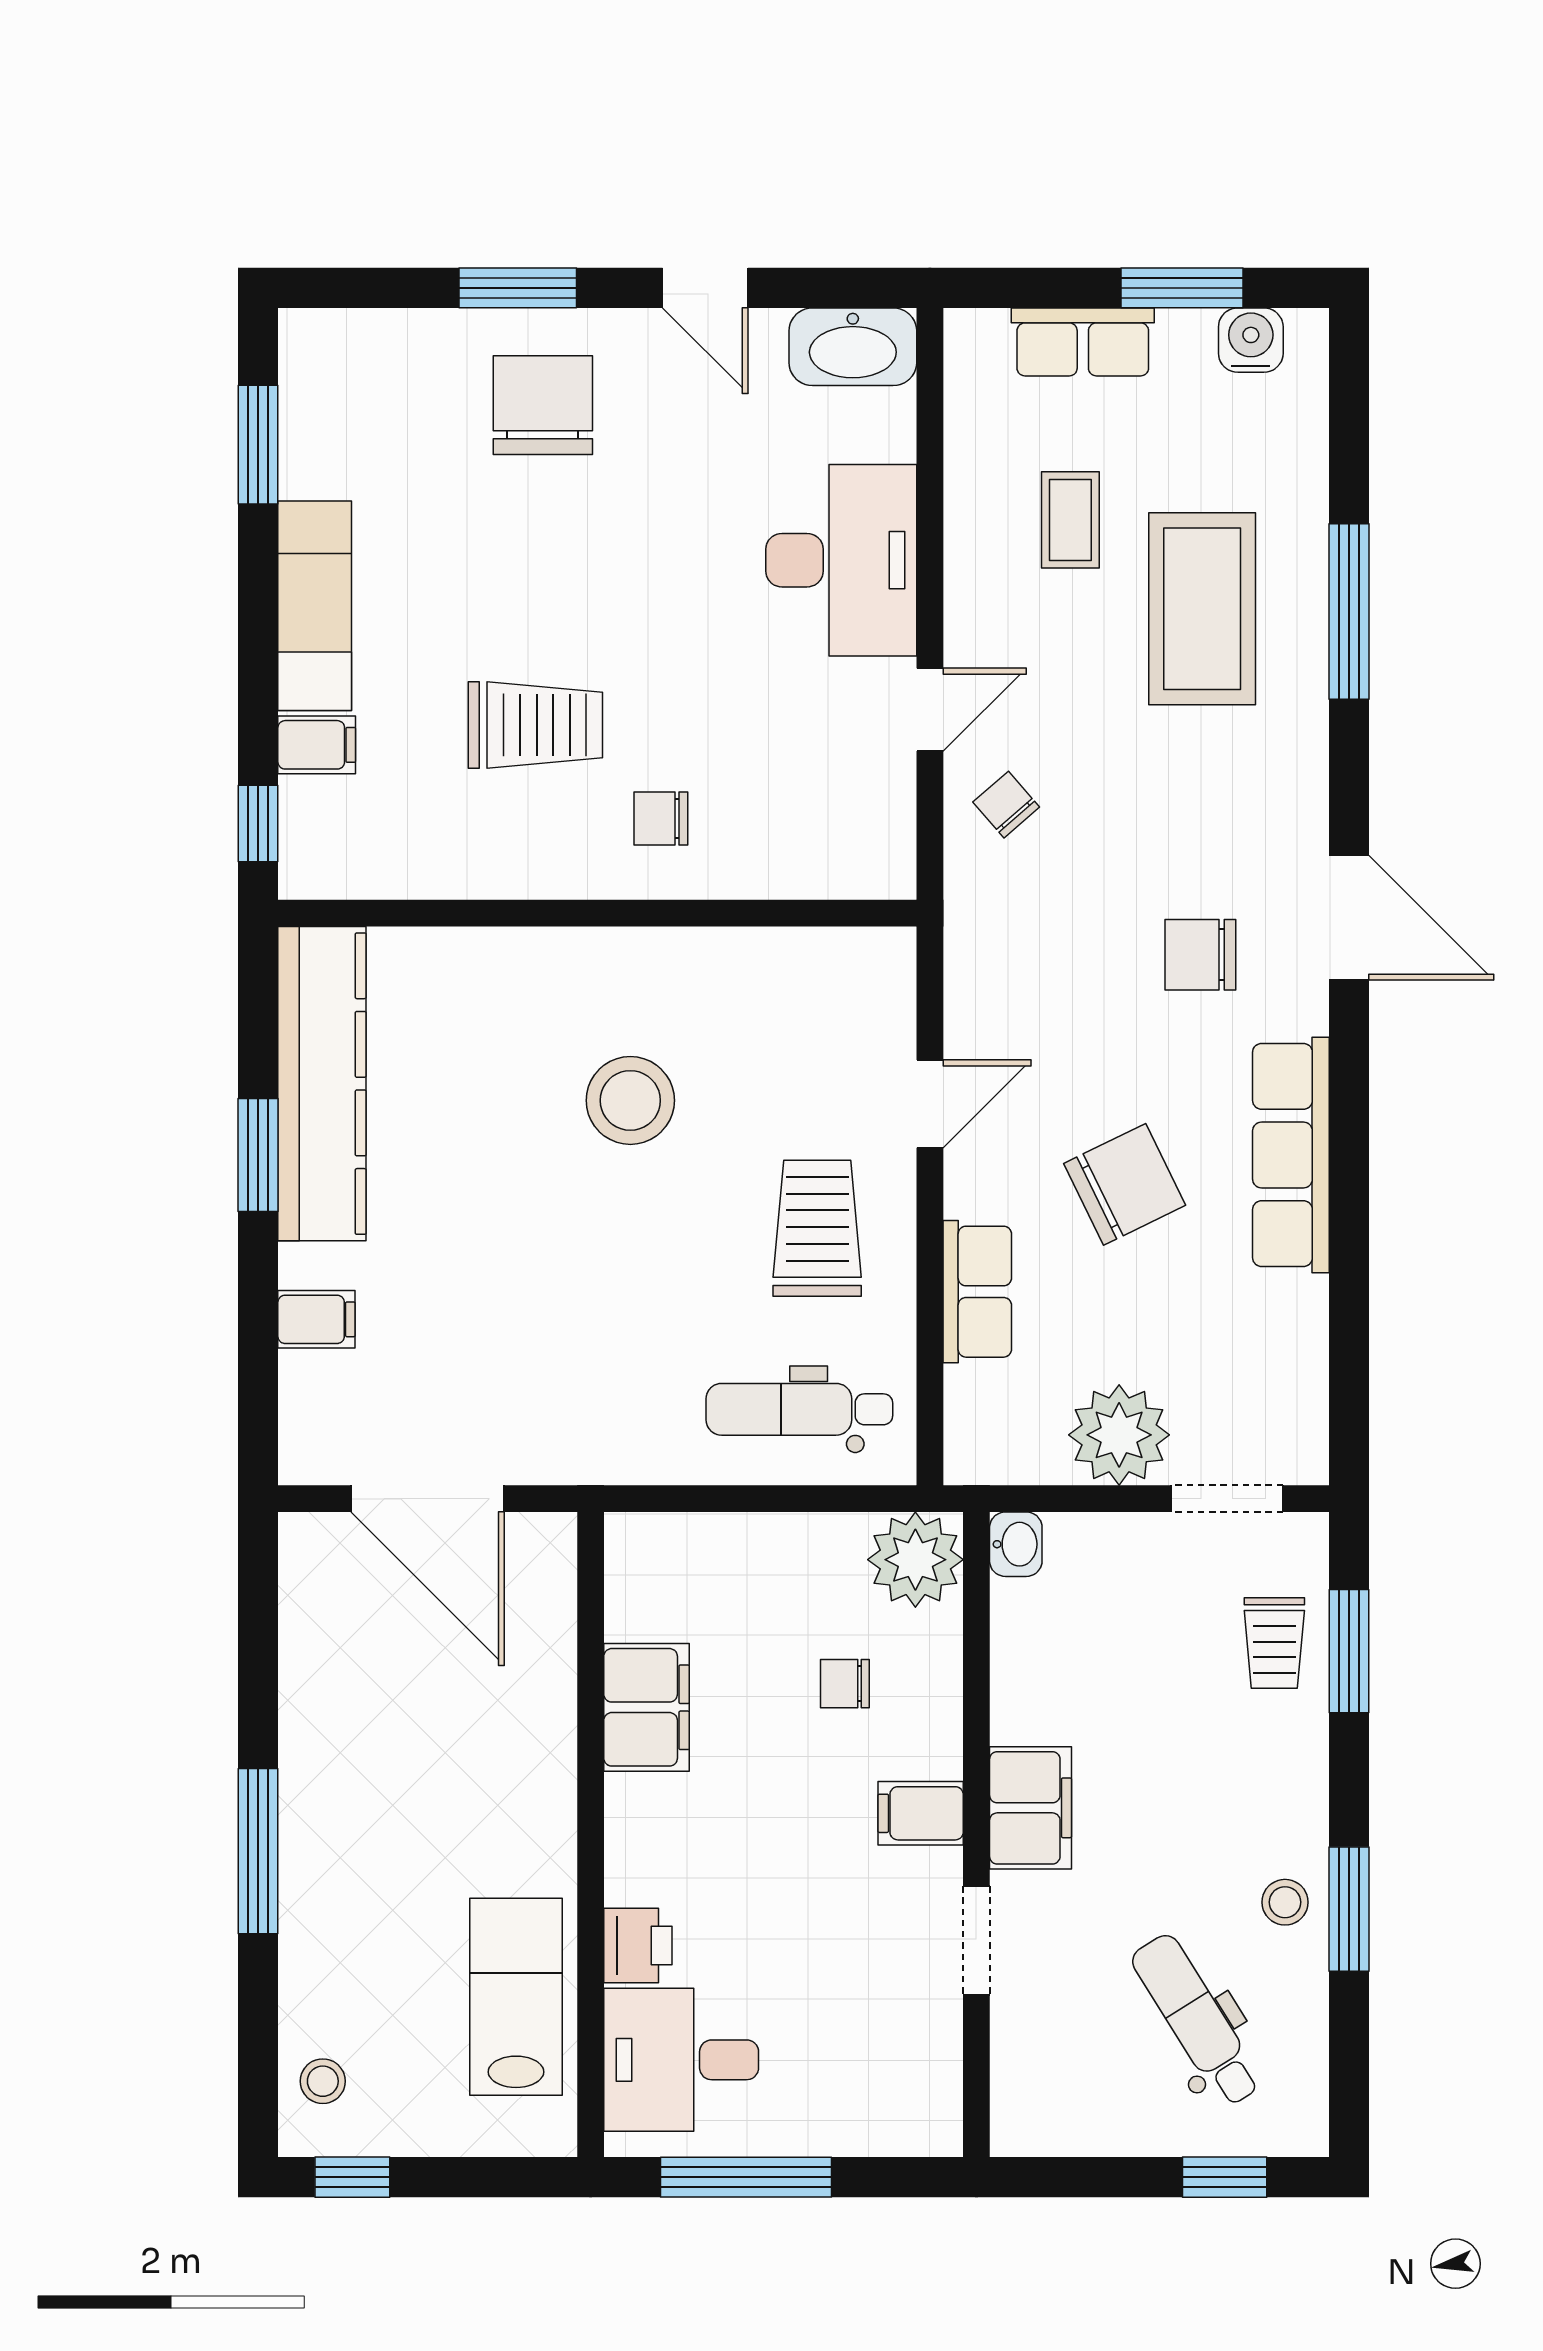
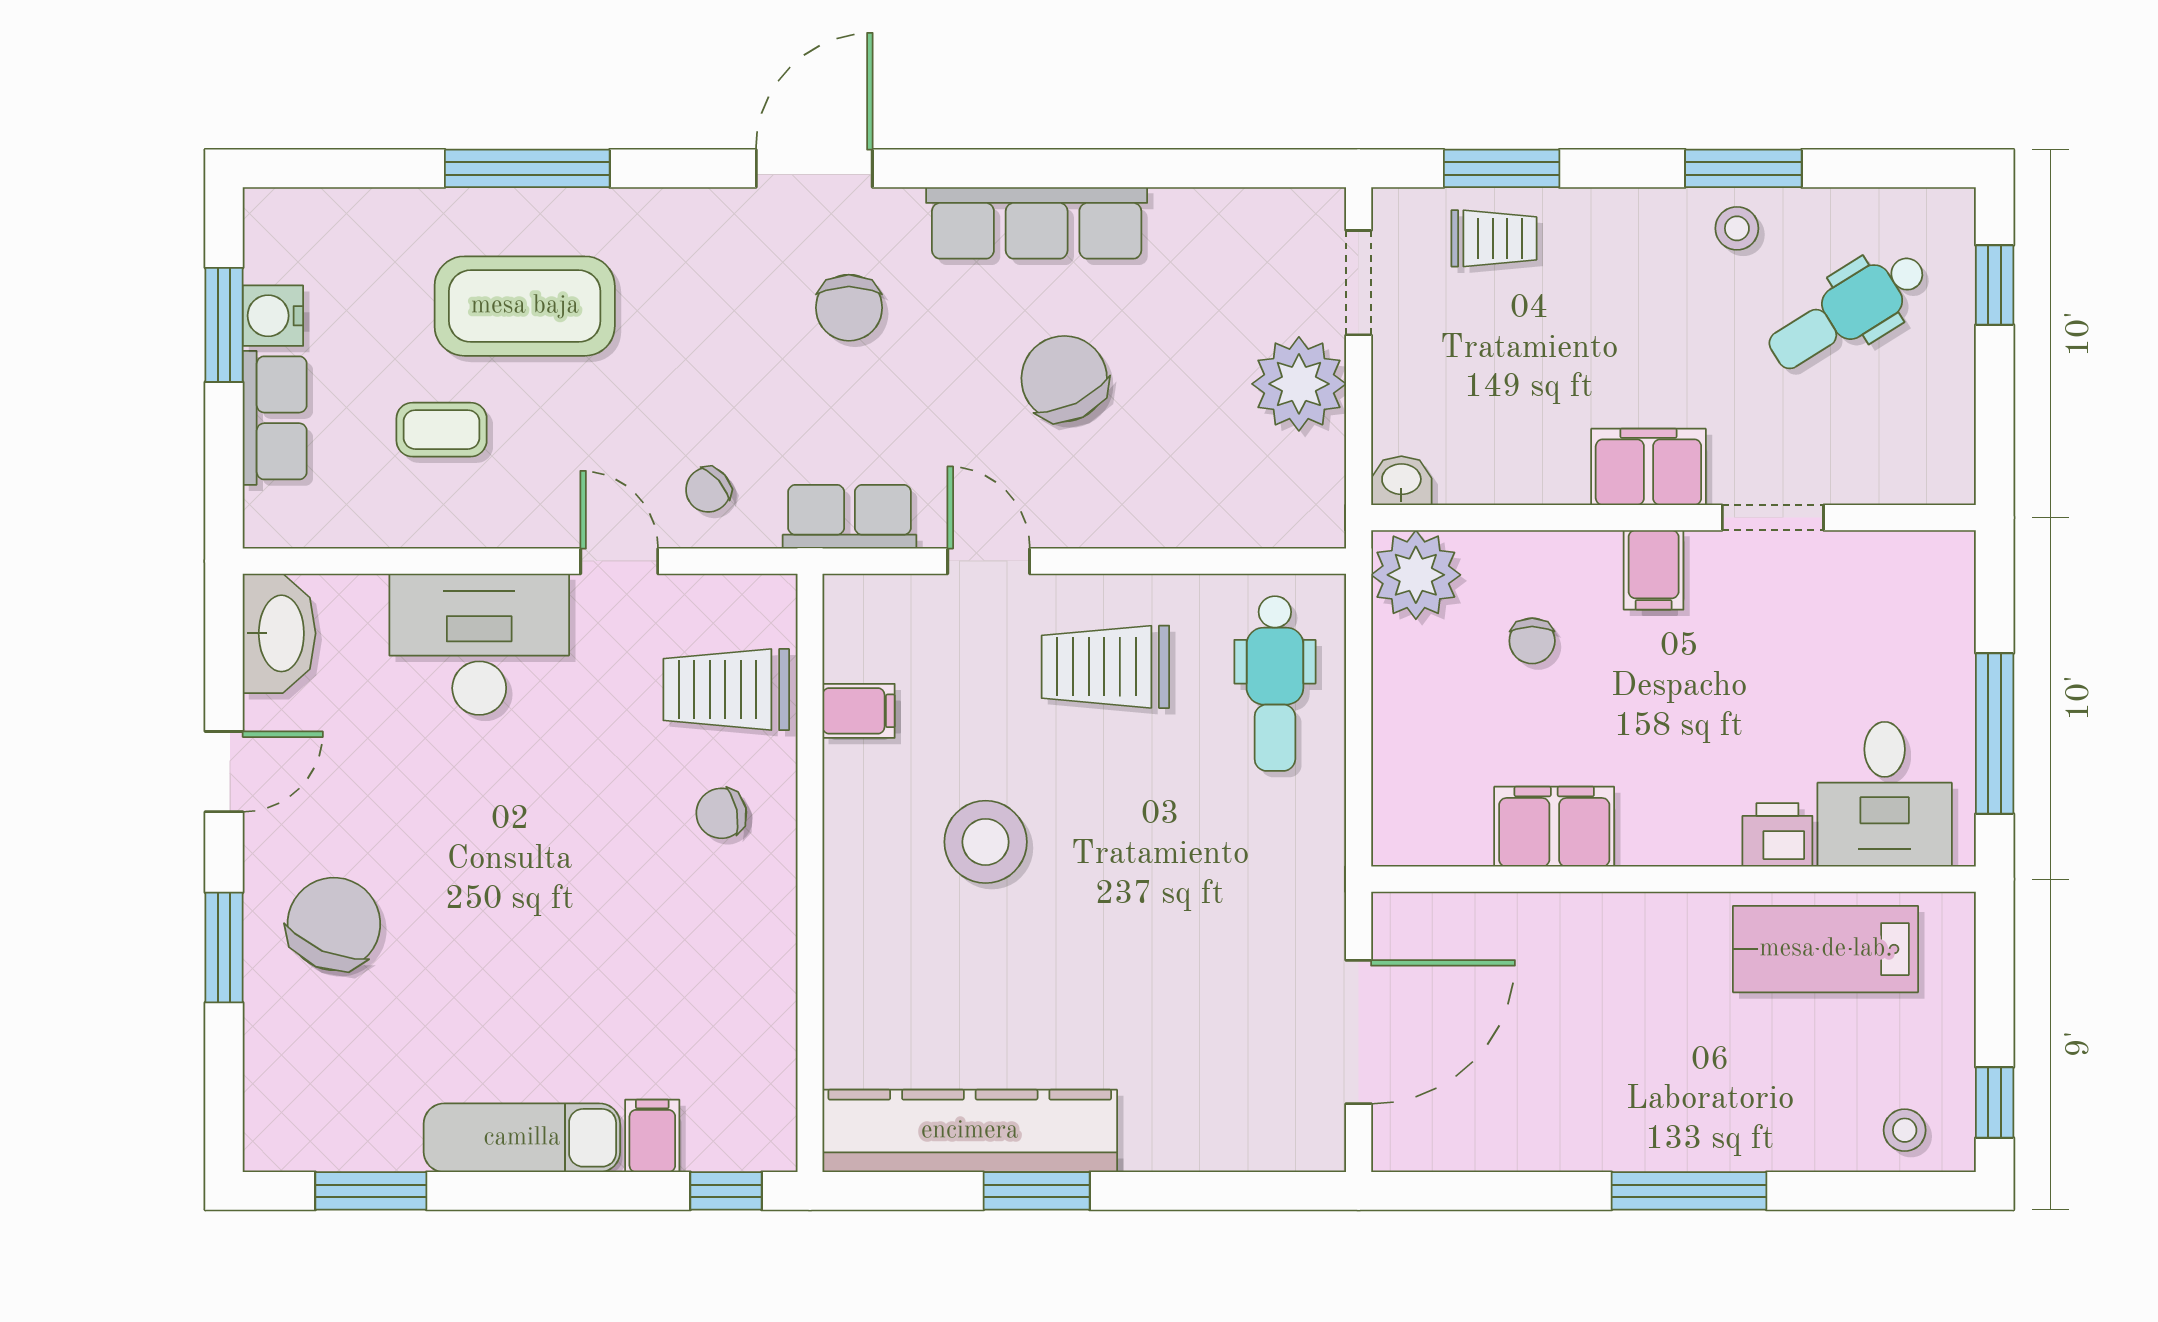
water cooler: (1251, 340) -> (273, 316), moved
chair: (543, 405) -> (334, 924), turned 113
trolley: (535, 725) -> (726, 690), moved, turned -90
chair: (661, 819) -> (721, 813), turned 78
row of seats: (977, 1292) -> (850, 517), moved
filing cabinet: (316, 1319) -> (859, 711), moved, turned 90

